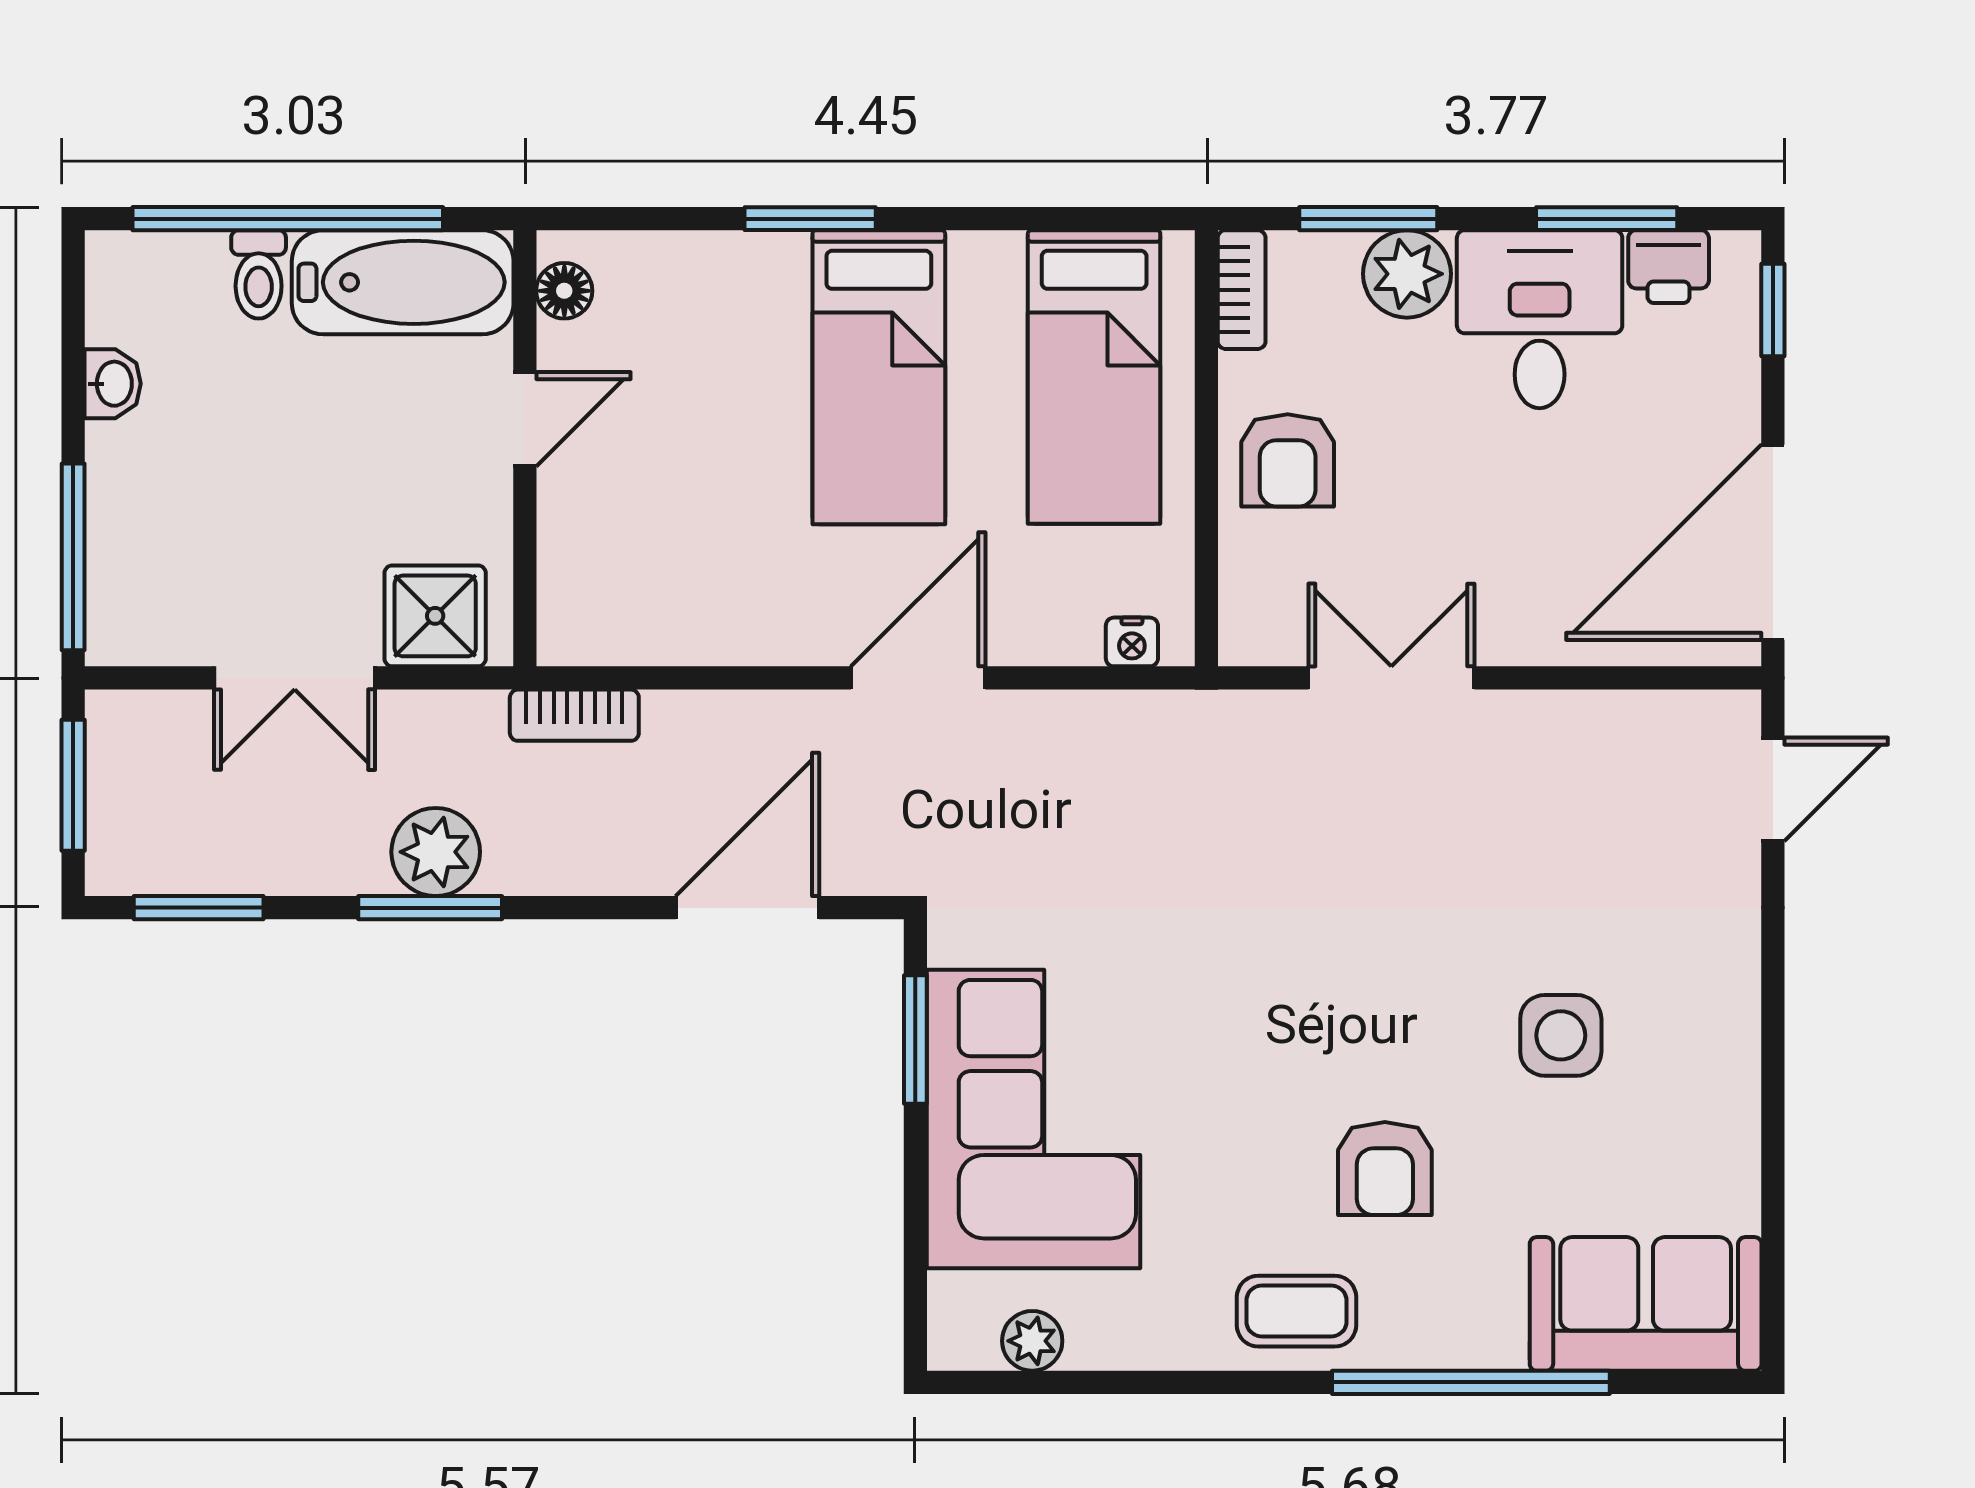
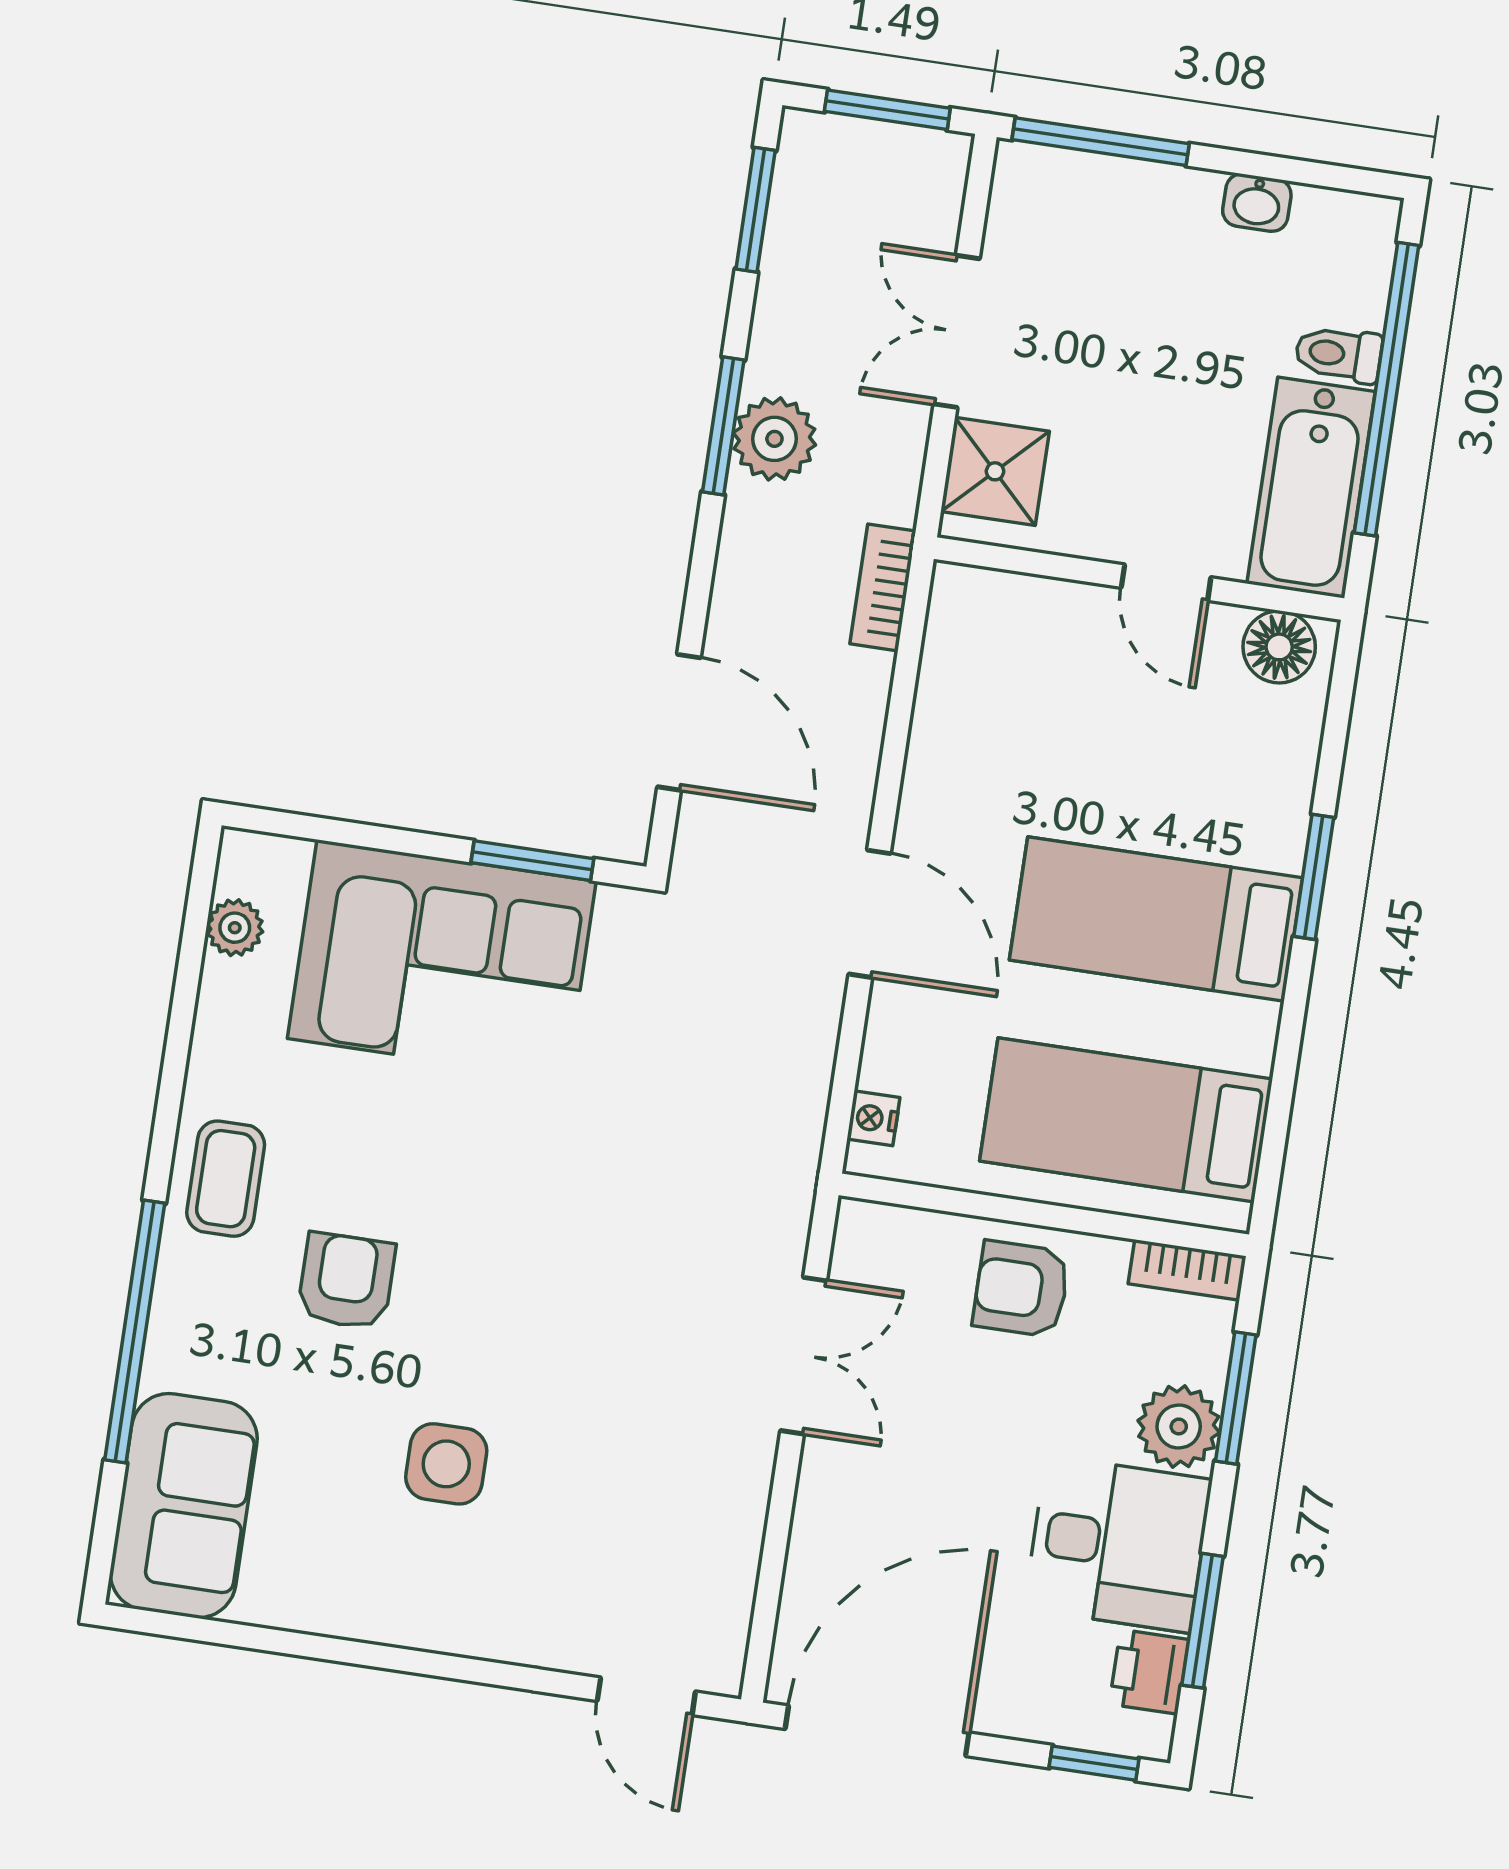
floor lamp: (564, 291) -> (1279, 647), width x1.37, depth x1.37
door: (1773, 542) -> (877, 1731), hinge flipped
armchair: (1385, 1169) -> (346, 1281), turned 90

